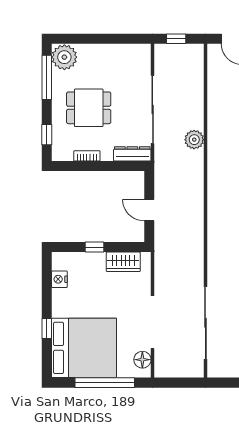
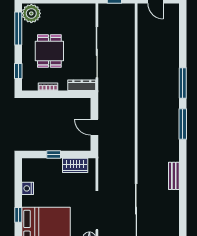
dining table: (89, 108) -> (49, 51), turned 90
plant: (194, 140) -> (128, 75), removed
nightstand: (59, 279) -> (28, 188), moved

